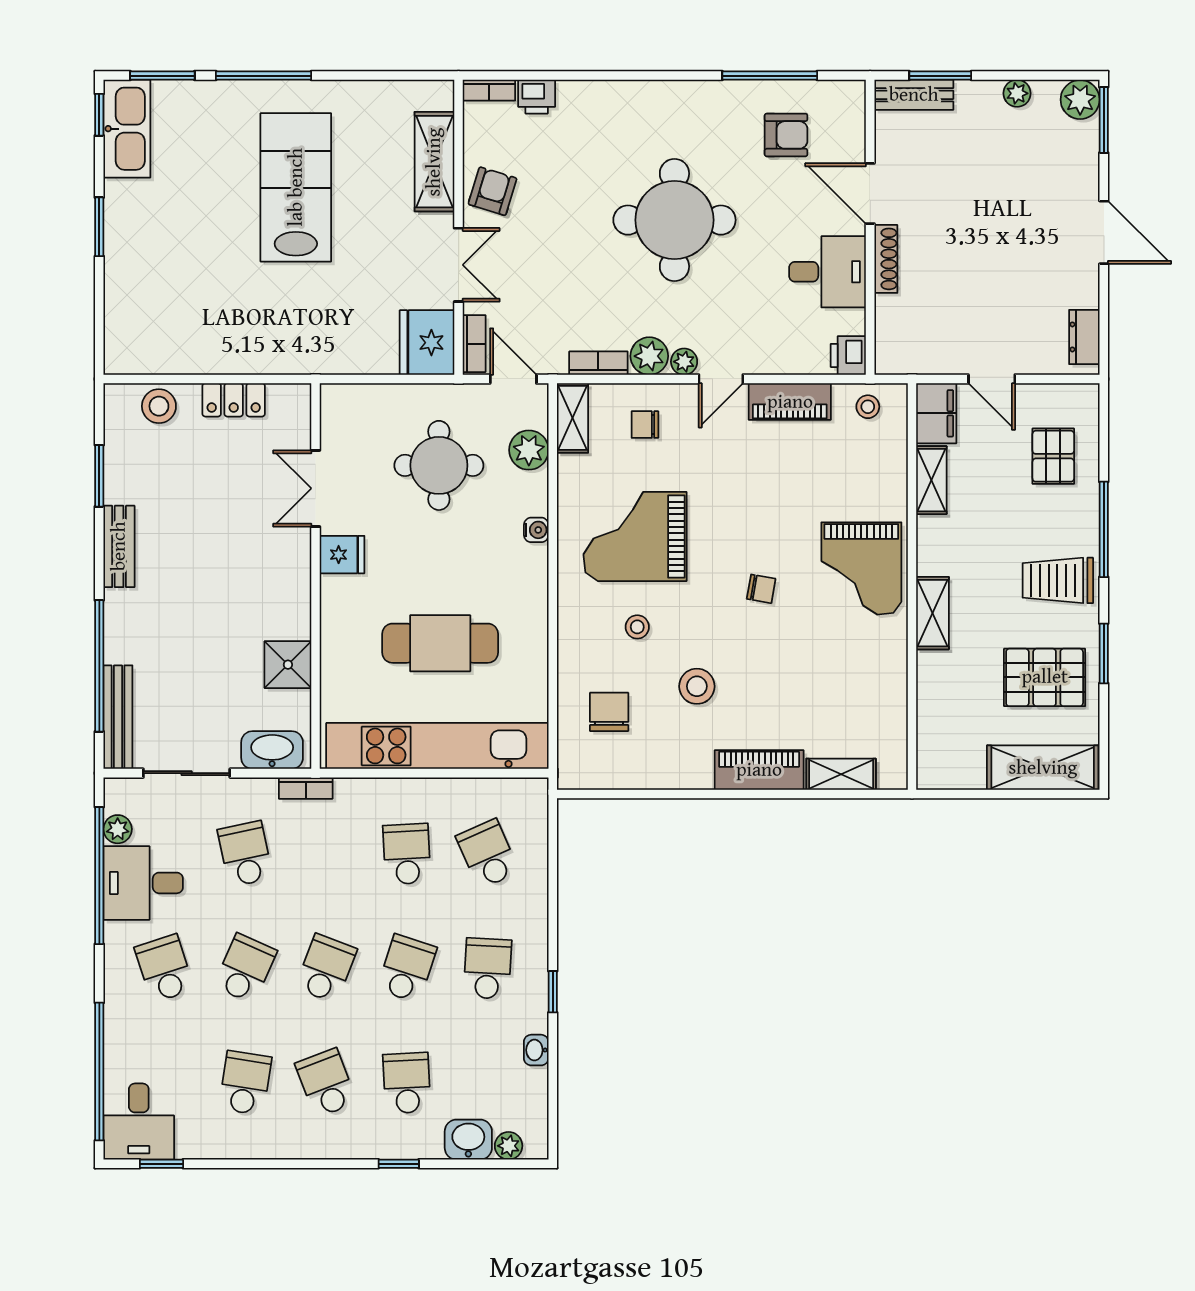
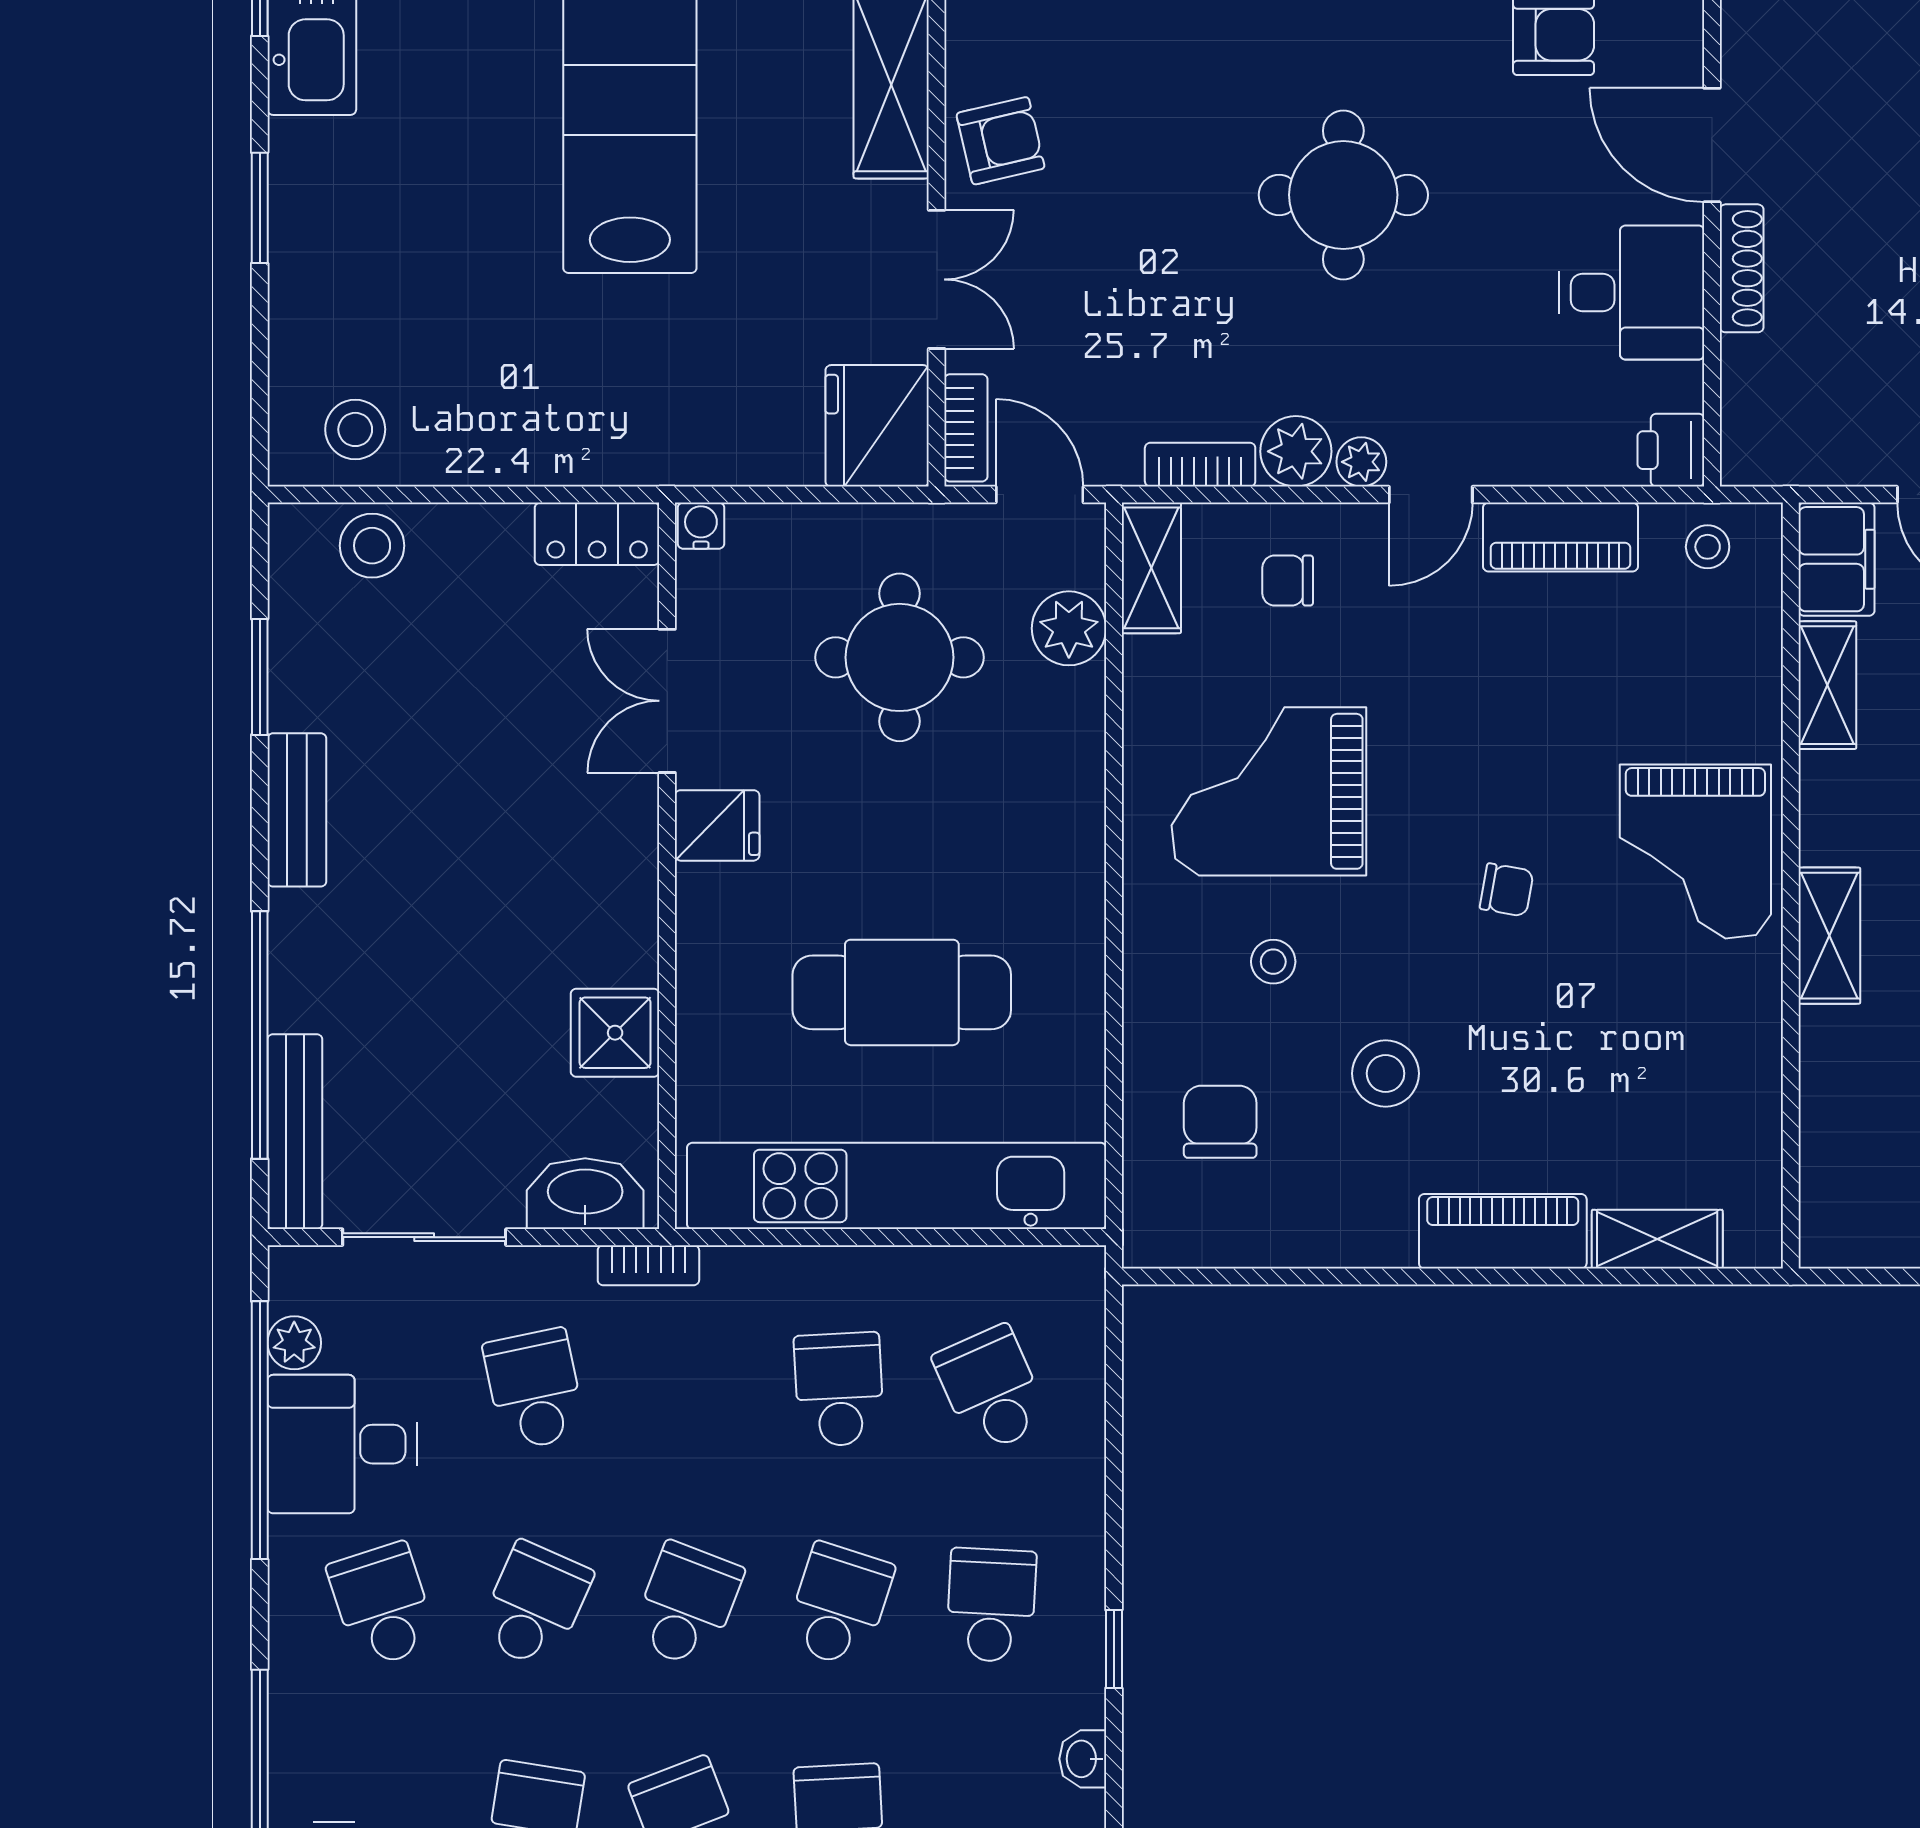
armchair: (493, 191) -> (1001, 141), turned 60
round table: (674, 220) -> (1343, 195), width x0.73, depth x0.73
stool: (150, 344) -> (355, 429), added
locker: (234, 400) -> (597, 534), moved
water cooler: (536, 530) -> (701, 526), moved, turned -90

